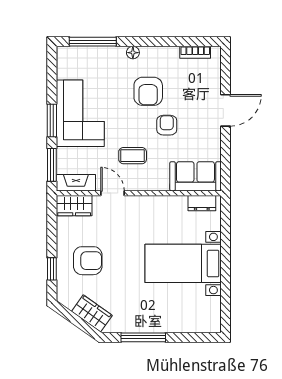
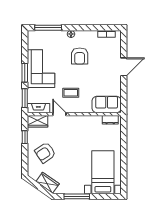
armchair: (167, 125) -> (90, 75), removed
armchair: (88, 261) -> (45, 153), turned 146
bed with nightstands: (183, 263) -> (103, 172), moved, turned 90
window: (52, 269) -> (25, 137), moved

